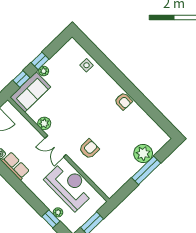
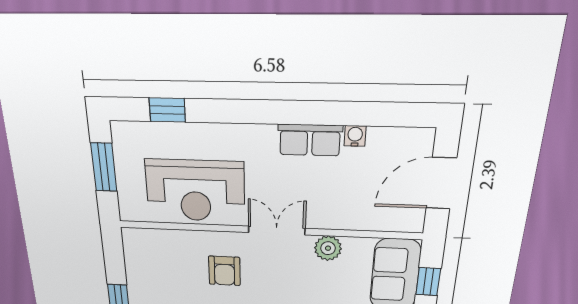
plant: (58, 212) -> (168, 132), removed

